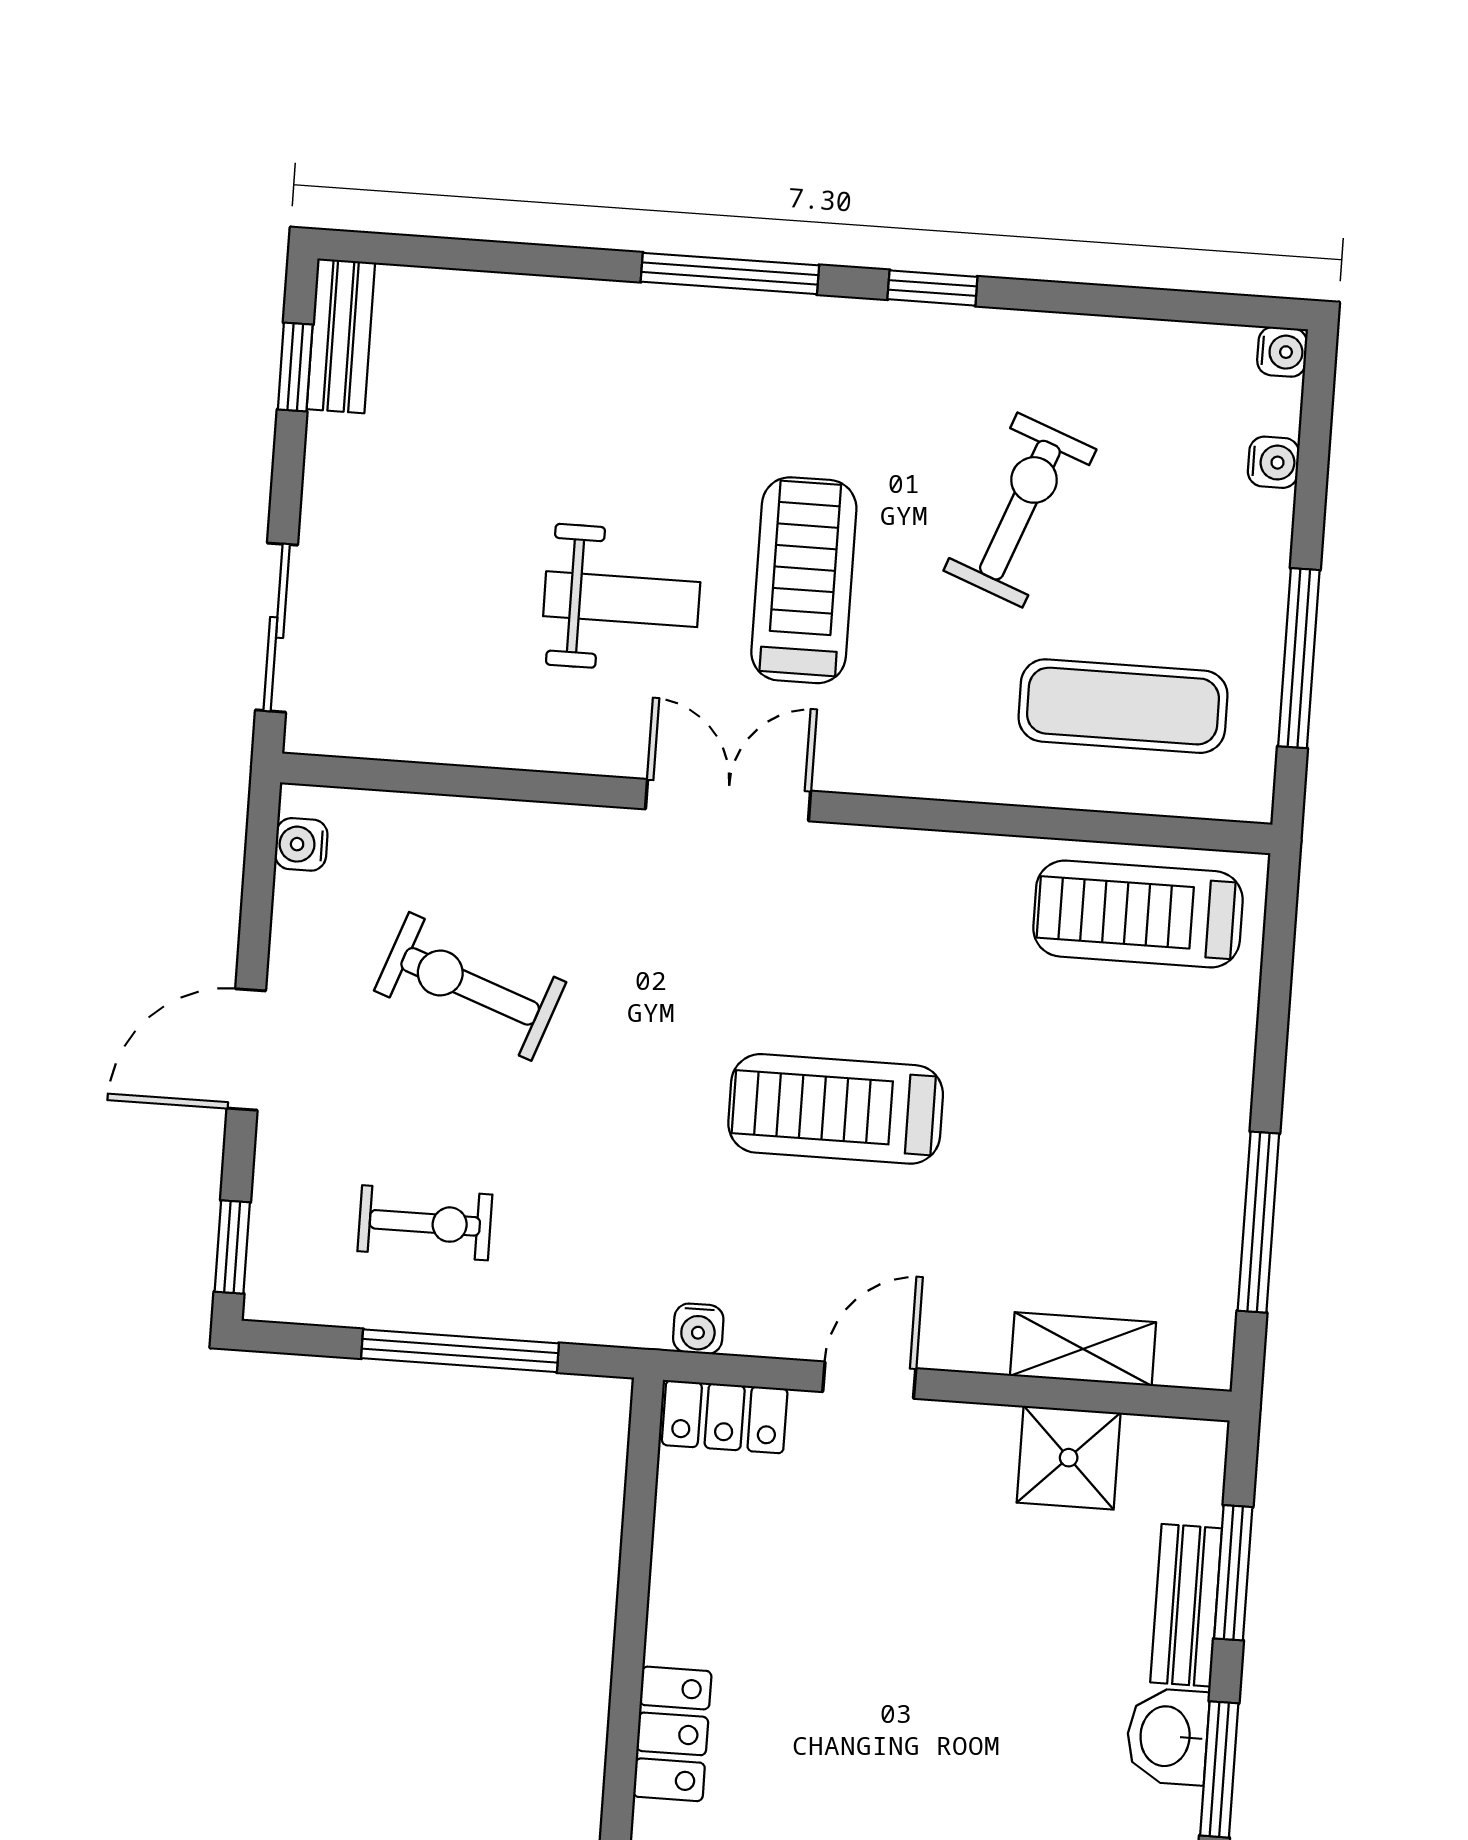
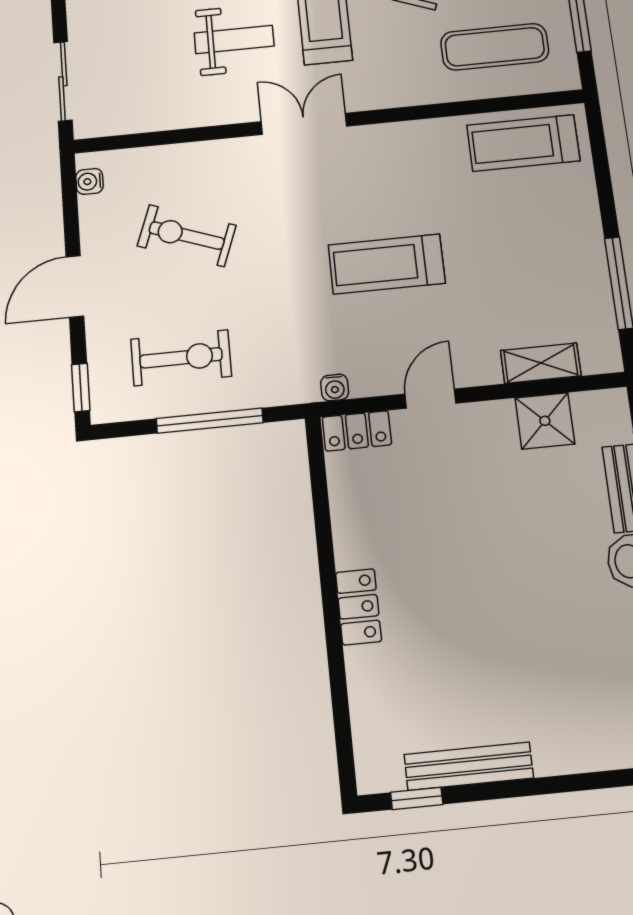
exercise bike: (425, 1223) -> (181, 358), width x1.38, depth x1.39

